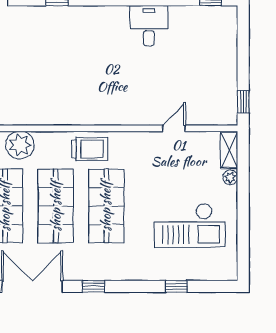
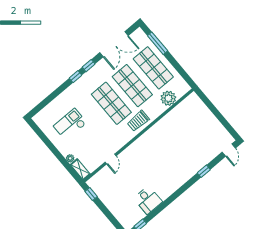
desk: (149, 26) -> (148, 200), moved
checkout: (190, 225) -> (70, 124), width x0.73, depth x0.83
window: (176, 286) -> (75, 77), moved

